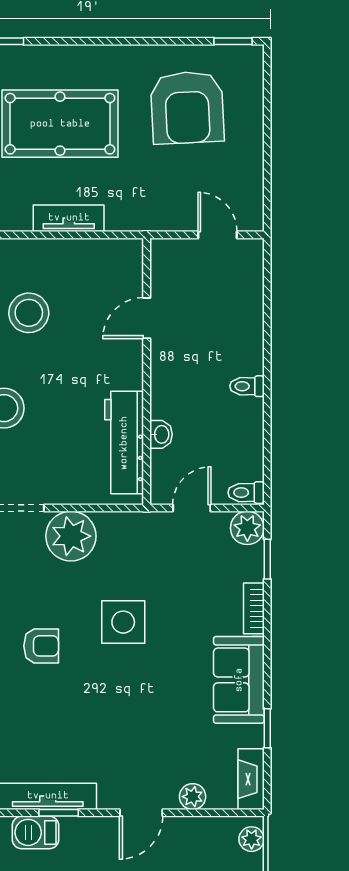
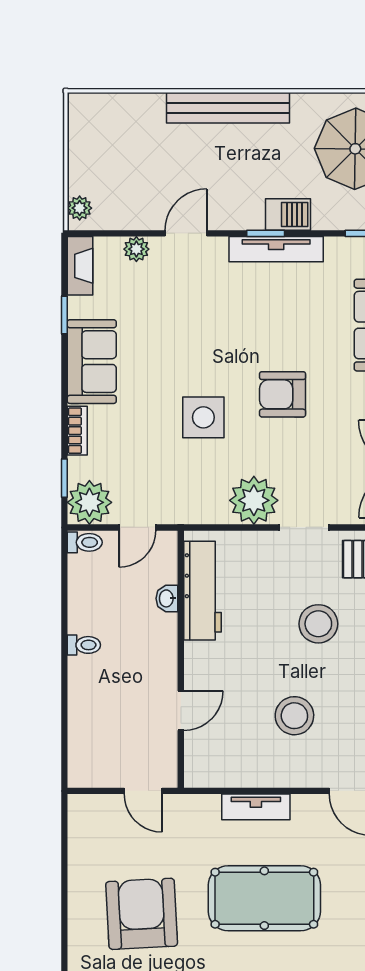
door: (217, 235) -> (143, 791), moved
plant: (247, 528) -> (89, 502), width x1.36, depth x1.36
armchair: (41, 646) -> (283, 394), width x1.38, depth x1.38

